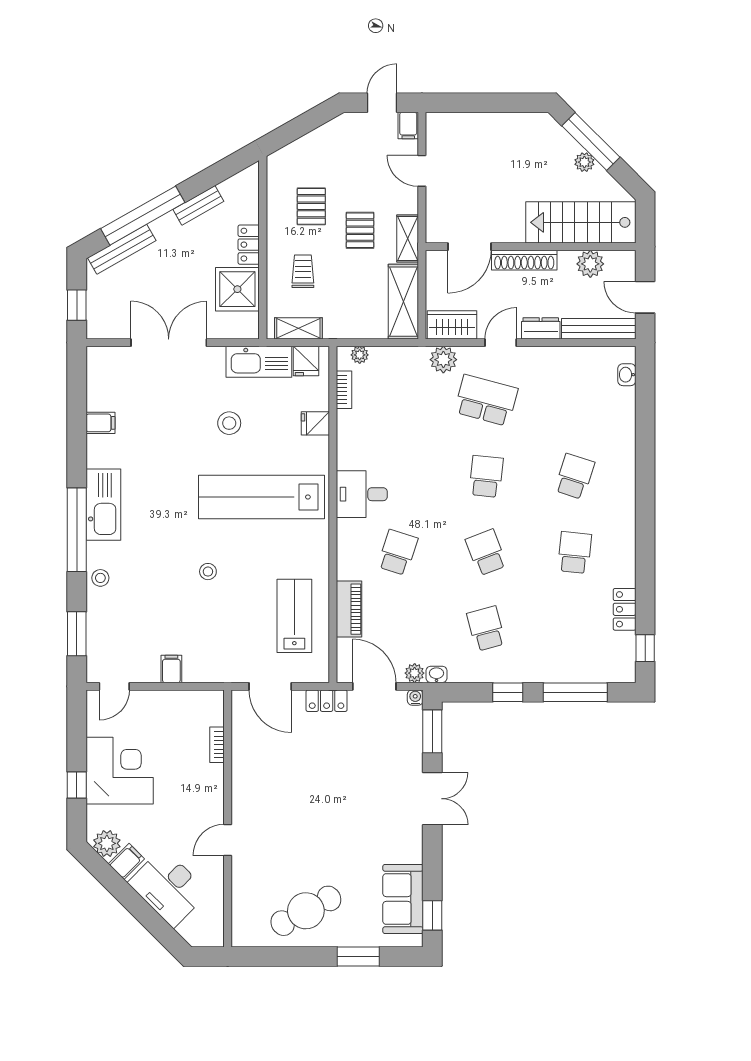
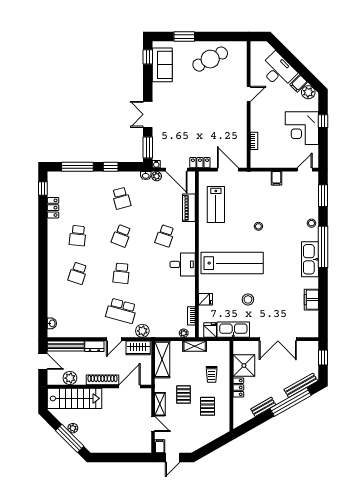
shelving: (408, 239) -> (160, 404), moved
shelving: (298, 328) -> (195, 346), moved
filing cabinet: (100, 423) -> (311, 300), width x2.00
school desk: (486, 552) -> (121, 236), turned 42

